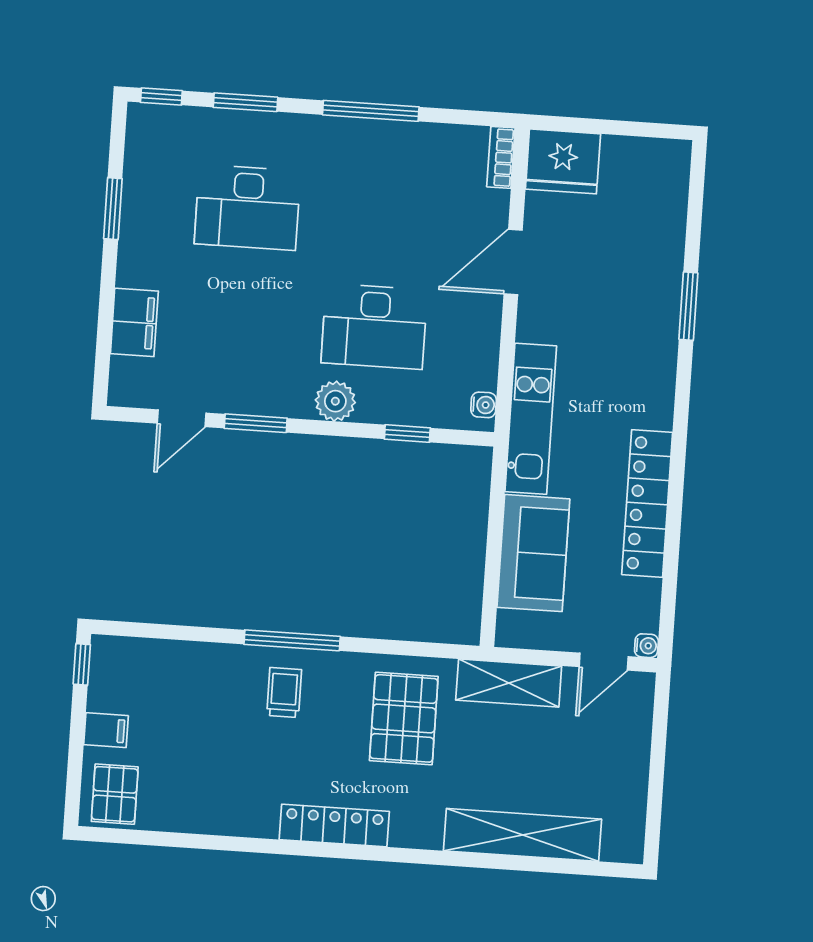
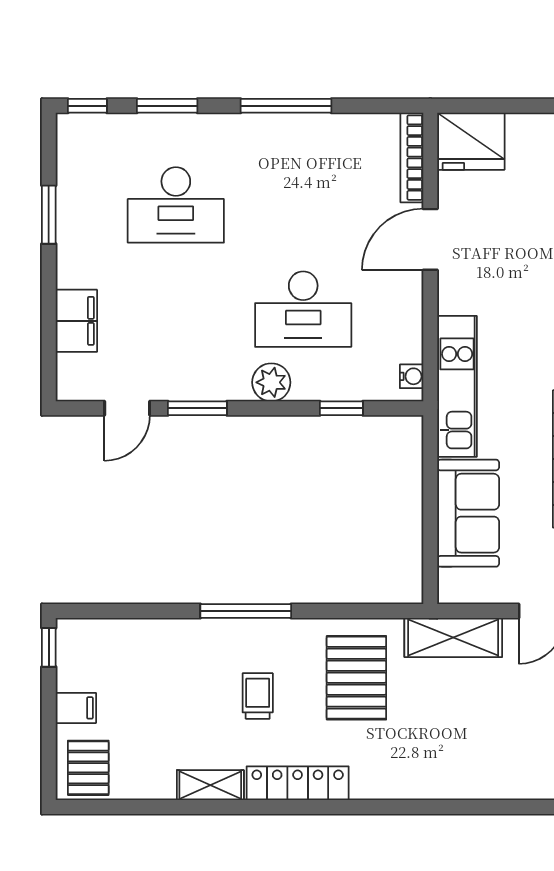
bookcase: (501, 157) -> (412, 158), width x1.56
trolley: (284, 693) -> (258, 696), moved
shelving: (522, 835) -> (210, 785), moved, width x0.45, depth x0.75

